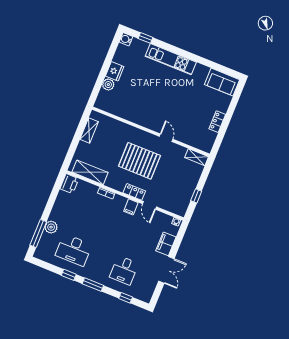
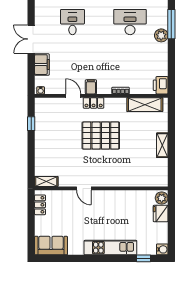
wall: (151, 132) -> (101, 188), moved
door: (166, 138) -> (84, 188), moved
shelving: (197, 157) -> (46, 181), moved

